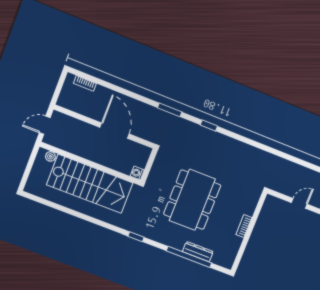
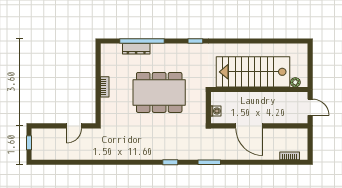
door: (45, 125) -> (310, 107), hinge flipped
washing machine: (137, 173) -> (216, 111), moved
dining table: (192, 200) -> (159, 92), turned 90
door: (299, 203) -> (74, 126), moved

